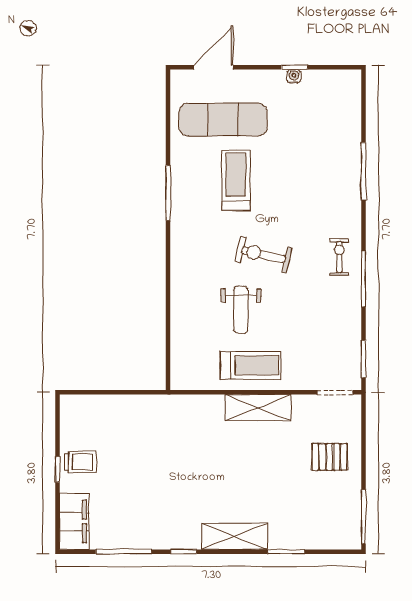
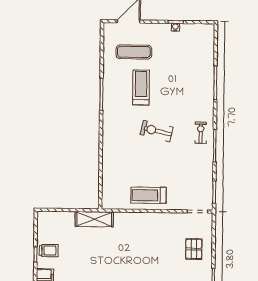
exercise mat: (223, 120) -> (134, 52), width x0.73, depth x0.69
weight bench: (241, 310) -> (143, 163), removed
treadmill: (251, 365) -> (148, 195), turned 180
shelving: (258, 408) -> (94, 219), moved
pallet: (330, 457) -> (194, 249), turned 90

